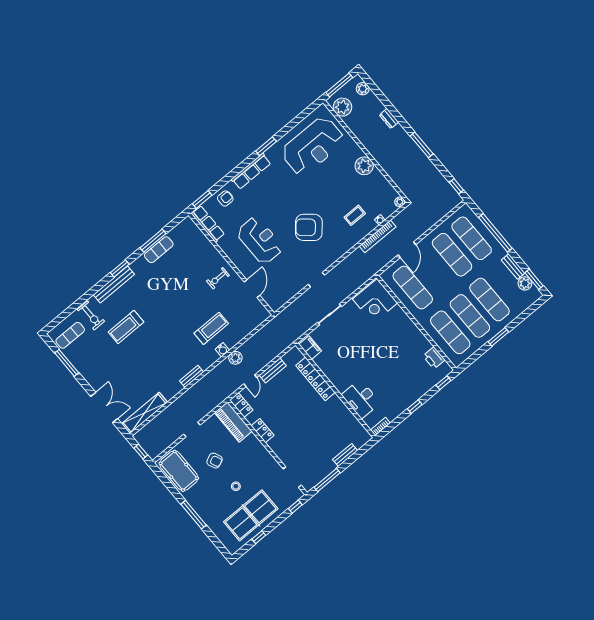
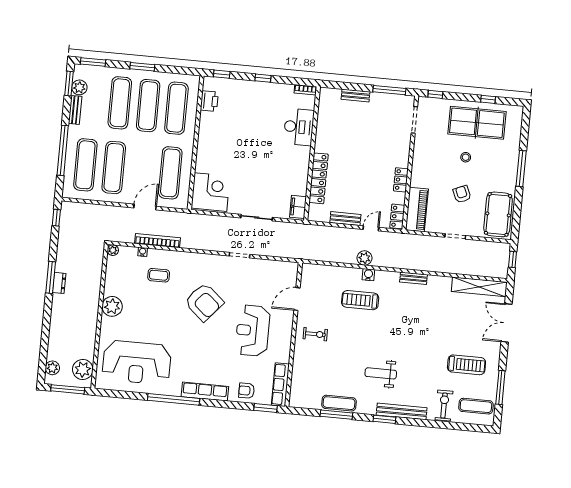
dresser: (389, 118) -> (59, 283), moved
window: (266, 146) -> (174, 399), width x2.11
reception desk: (313, 146) -> (137, 362), turned 180
weight bench: (151, 295) -> (381, 373), added
window: (533, 308) -> (93, 62), added
treadmill: (126, 327) -> (466, 365), moved

